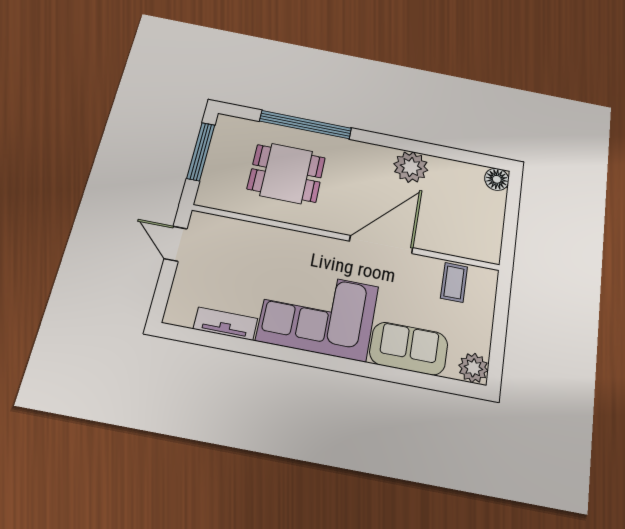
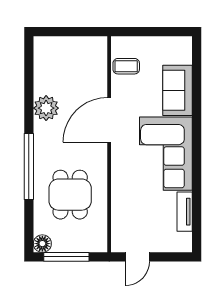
window: (305, 125) -> (29, 167), moved
floor lamp: (497, 179) -> (42, 244), moved
door: (381, 244) -> (109, 120), hinge flipped
plant: (473, 368) -> (182, 46), removed

